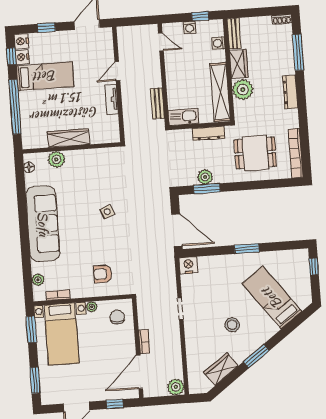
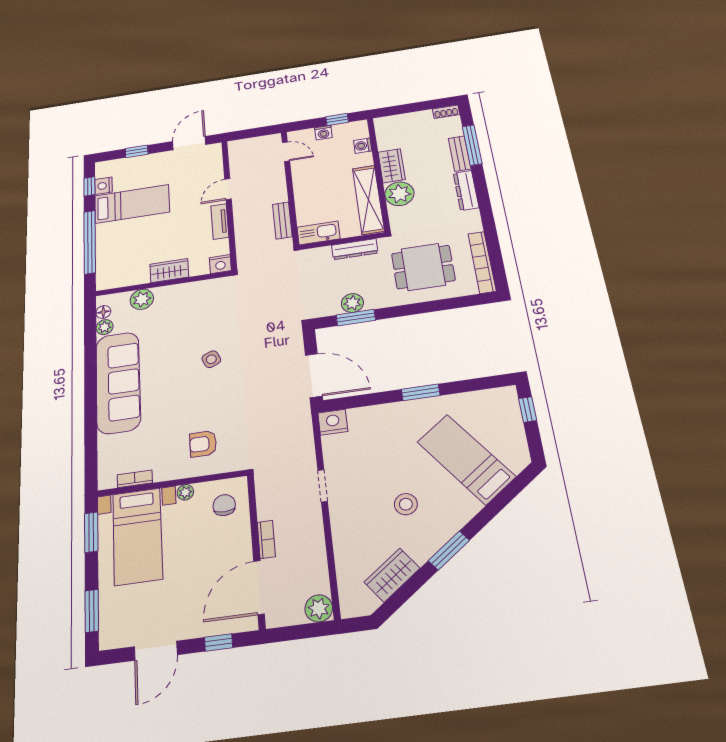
bench: (234, 34) -> (460, 154), moved
nightstand: (21, 41) -> (220, 264), moved, turned -90
wardrobe: (69, 138) -> (169, 271), width x0.67
plant: (38, 280) -> (105, 327), moved

